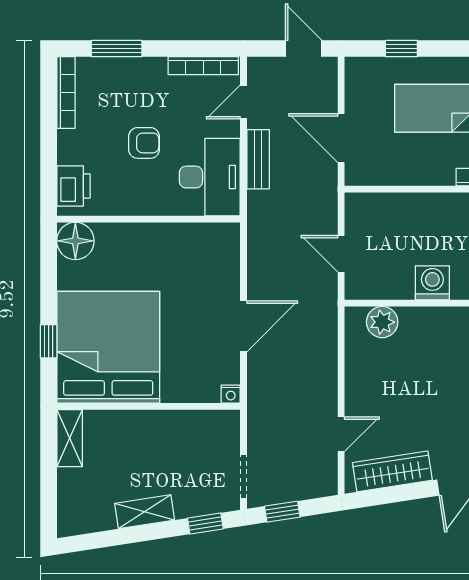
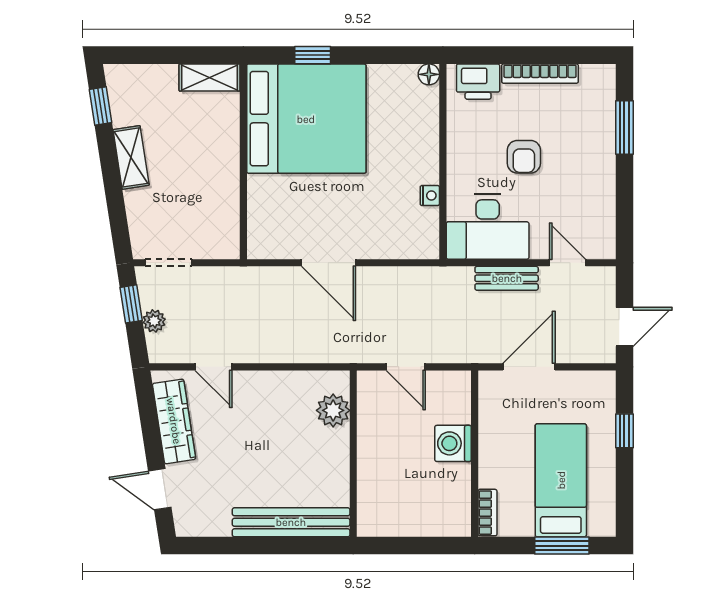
bookcase: (203, 66) -> (606, 220), removed
bookcase: (66, 93) -> (540, 74), moved
floor lamp: (75, 241) -> (429, 74), width x0.53, depth x0.53
door: (341, 254) -> (406, 367), swing flipped
washing machine: (432, 283) -> (453, 443), moved, turned 180
nightstand: (231, 394) -> (430, 196), moved, turned 180
plant: (298, 490) -> (154, 321), added
window: (205, 524) -> (101, 106), moved

